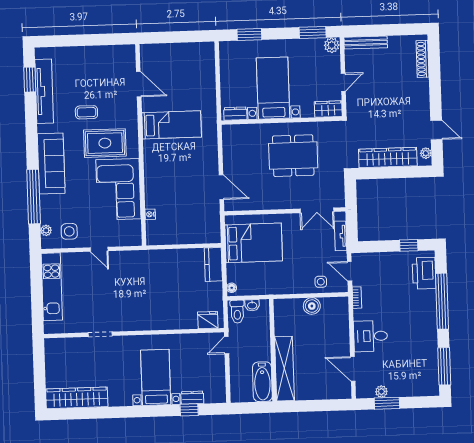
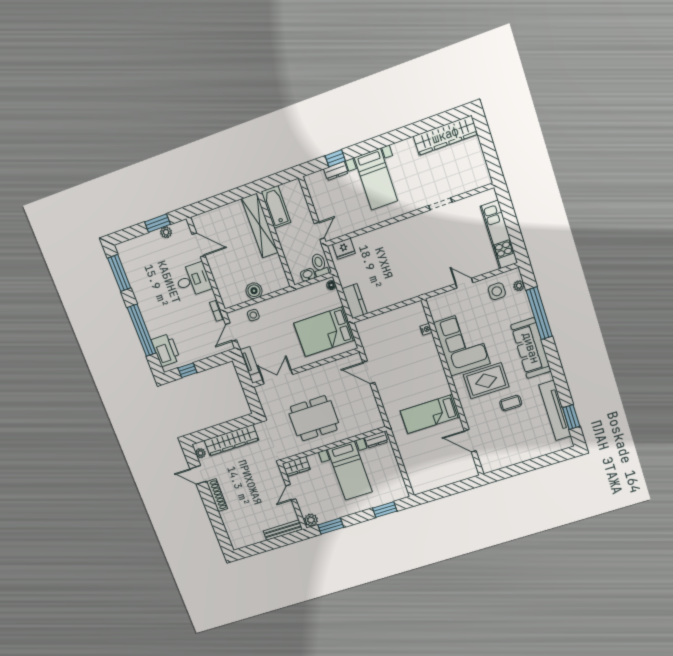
shoe rack: (423, 59) -> (217, 495), moved
door: (350, 271) -> (231, 332), swing flipped

